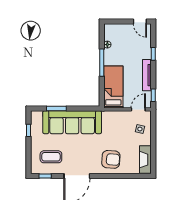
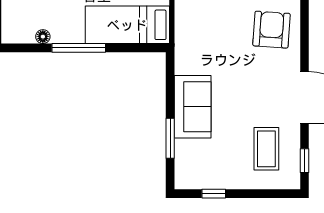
sofa: (72, 122) -> (193, 107), width x0.54, depth x0.79

